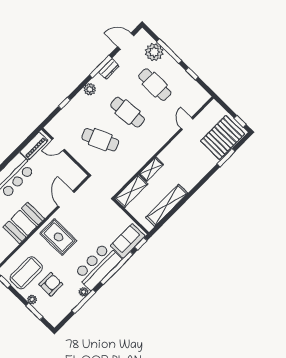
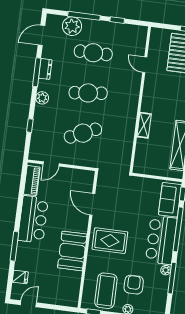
shelving: (131, 191) -> (142, 156), removed

